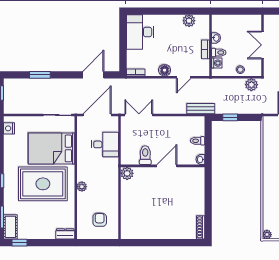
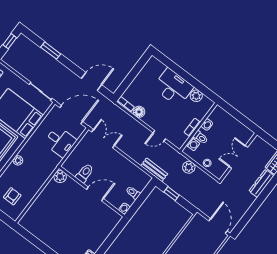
desk: (140, 32) -> (173, 87), moved, turned 90
floor lamp: (165, 70) -> (139, 112), moved
plant: (251, 85) -> (189, 167), moved

